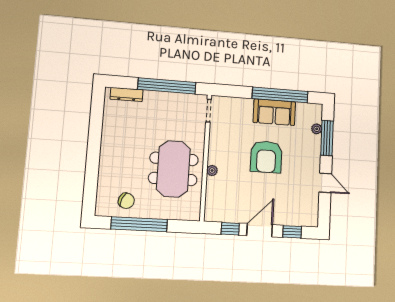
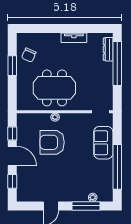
window: (167, 86) -> (117, 64), moved
sofa: (274, 112) -> (103, 143), moved
tv unit: (107, 139) -> (74, 38), added
armchair: (266, 157) -> (52, 142), moved
window: (139, 224) -> (12, 66), width x0.47

